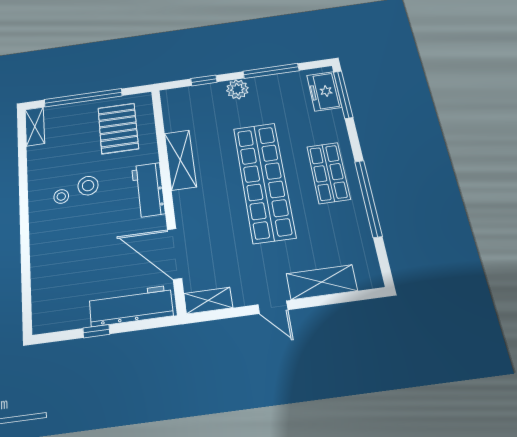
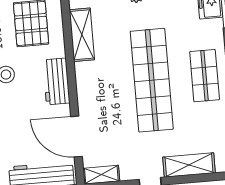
shelving: (180, 160) -> (82, 35), moved

